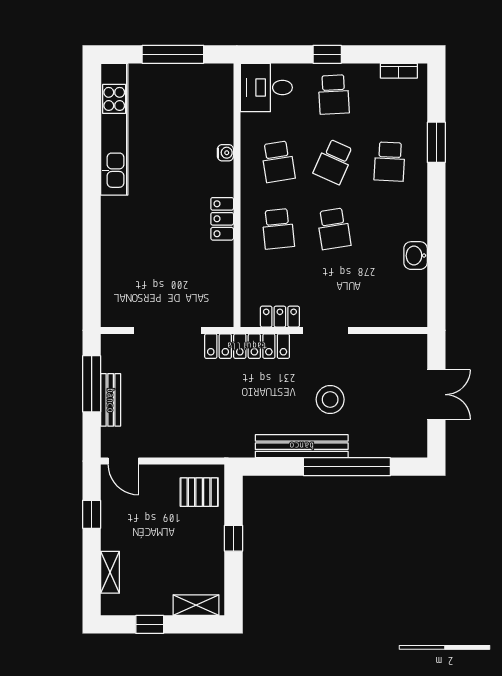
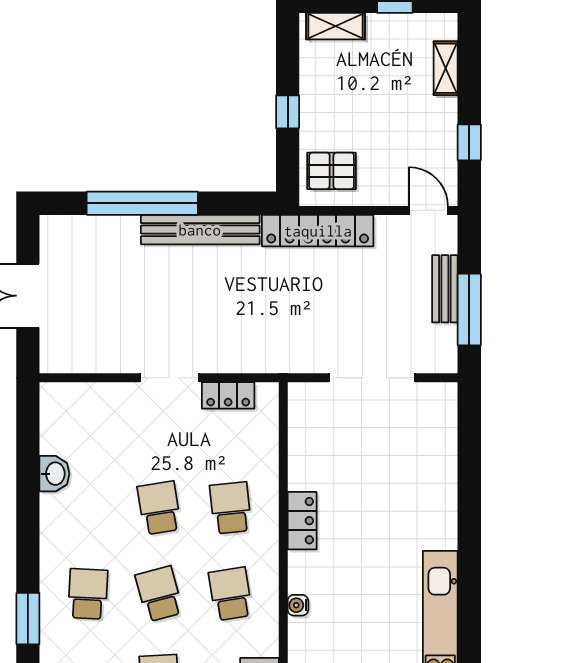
school desk: (334, 162) -> (159, 594), turned -39
locker: (247, 346) -> (318, 231), moved, turned 180
stool: (330, 399) -> (164, 289), removed

